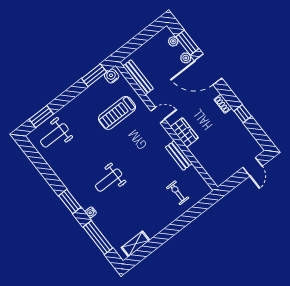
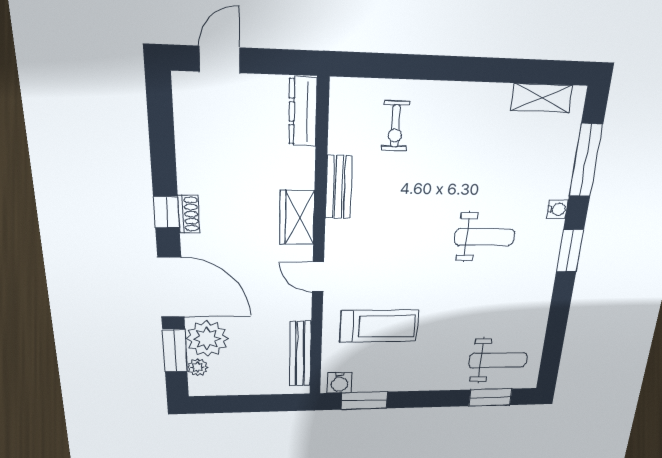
plant: (186, 58) -> (207, 339), width x1.87, depth x1.87
window: (243, 114) -> (166, 212), moved
dresser: (213, 172) -> (303, 112), added

